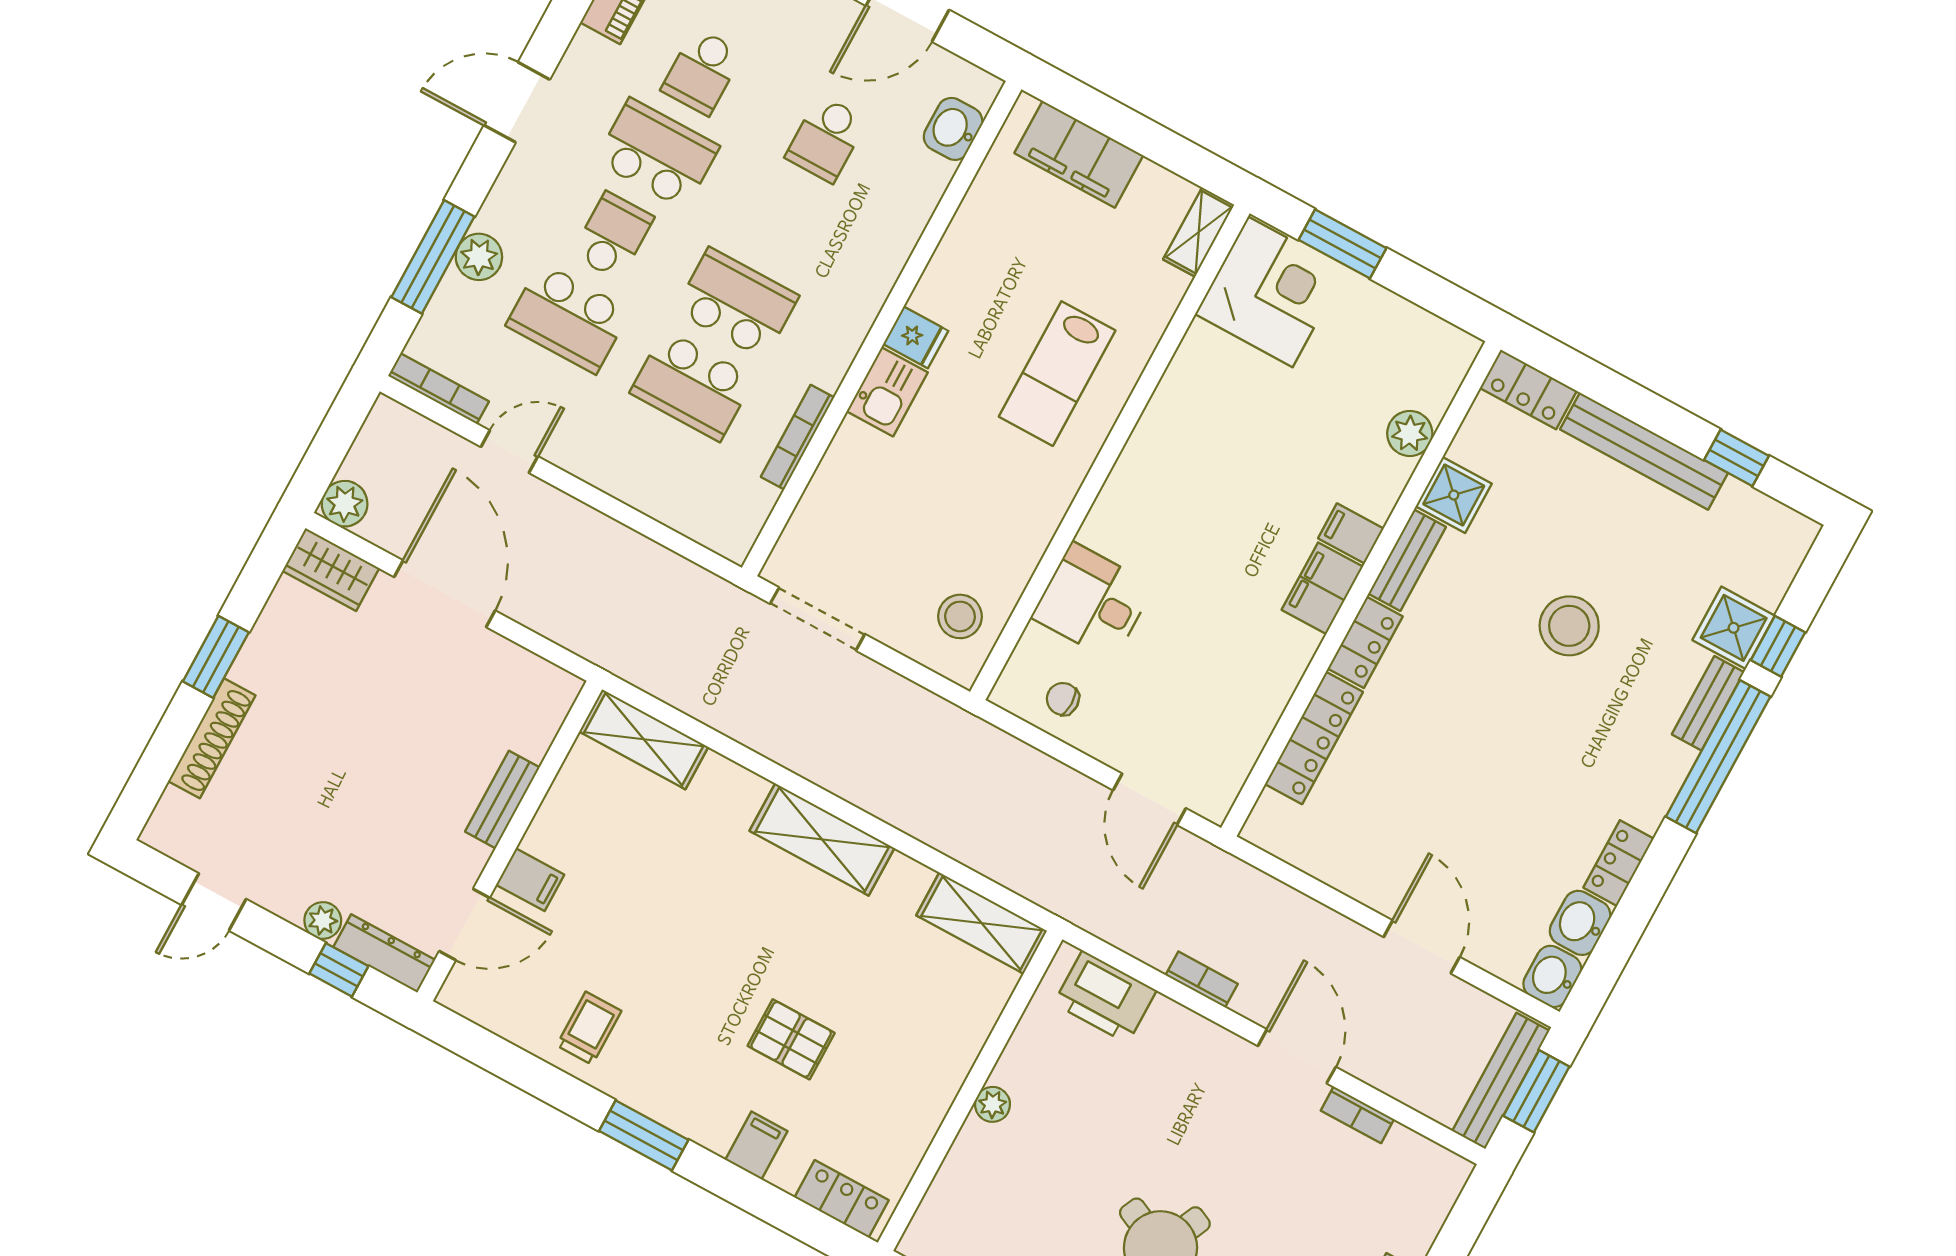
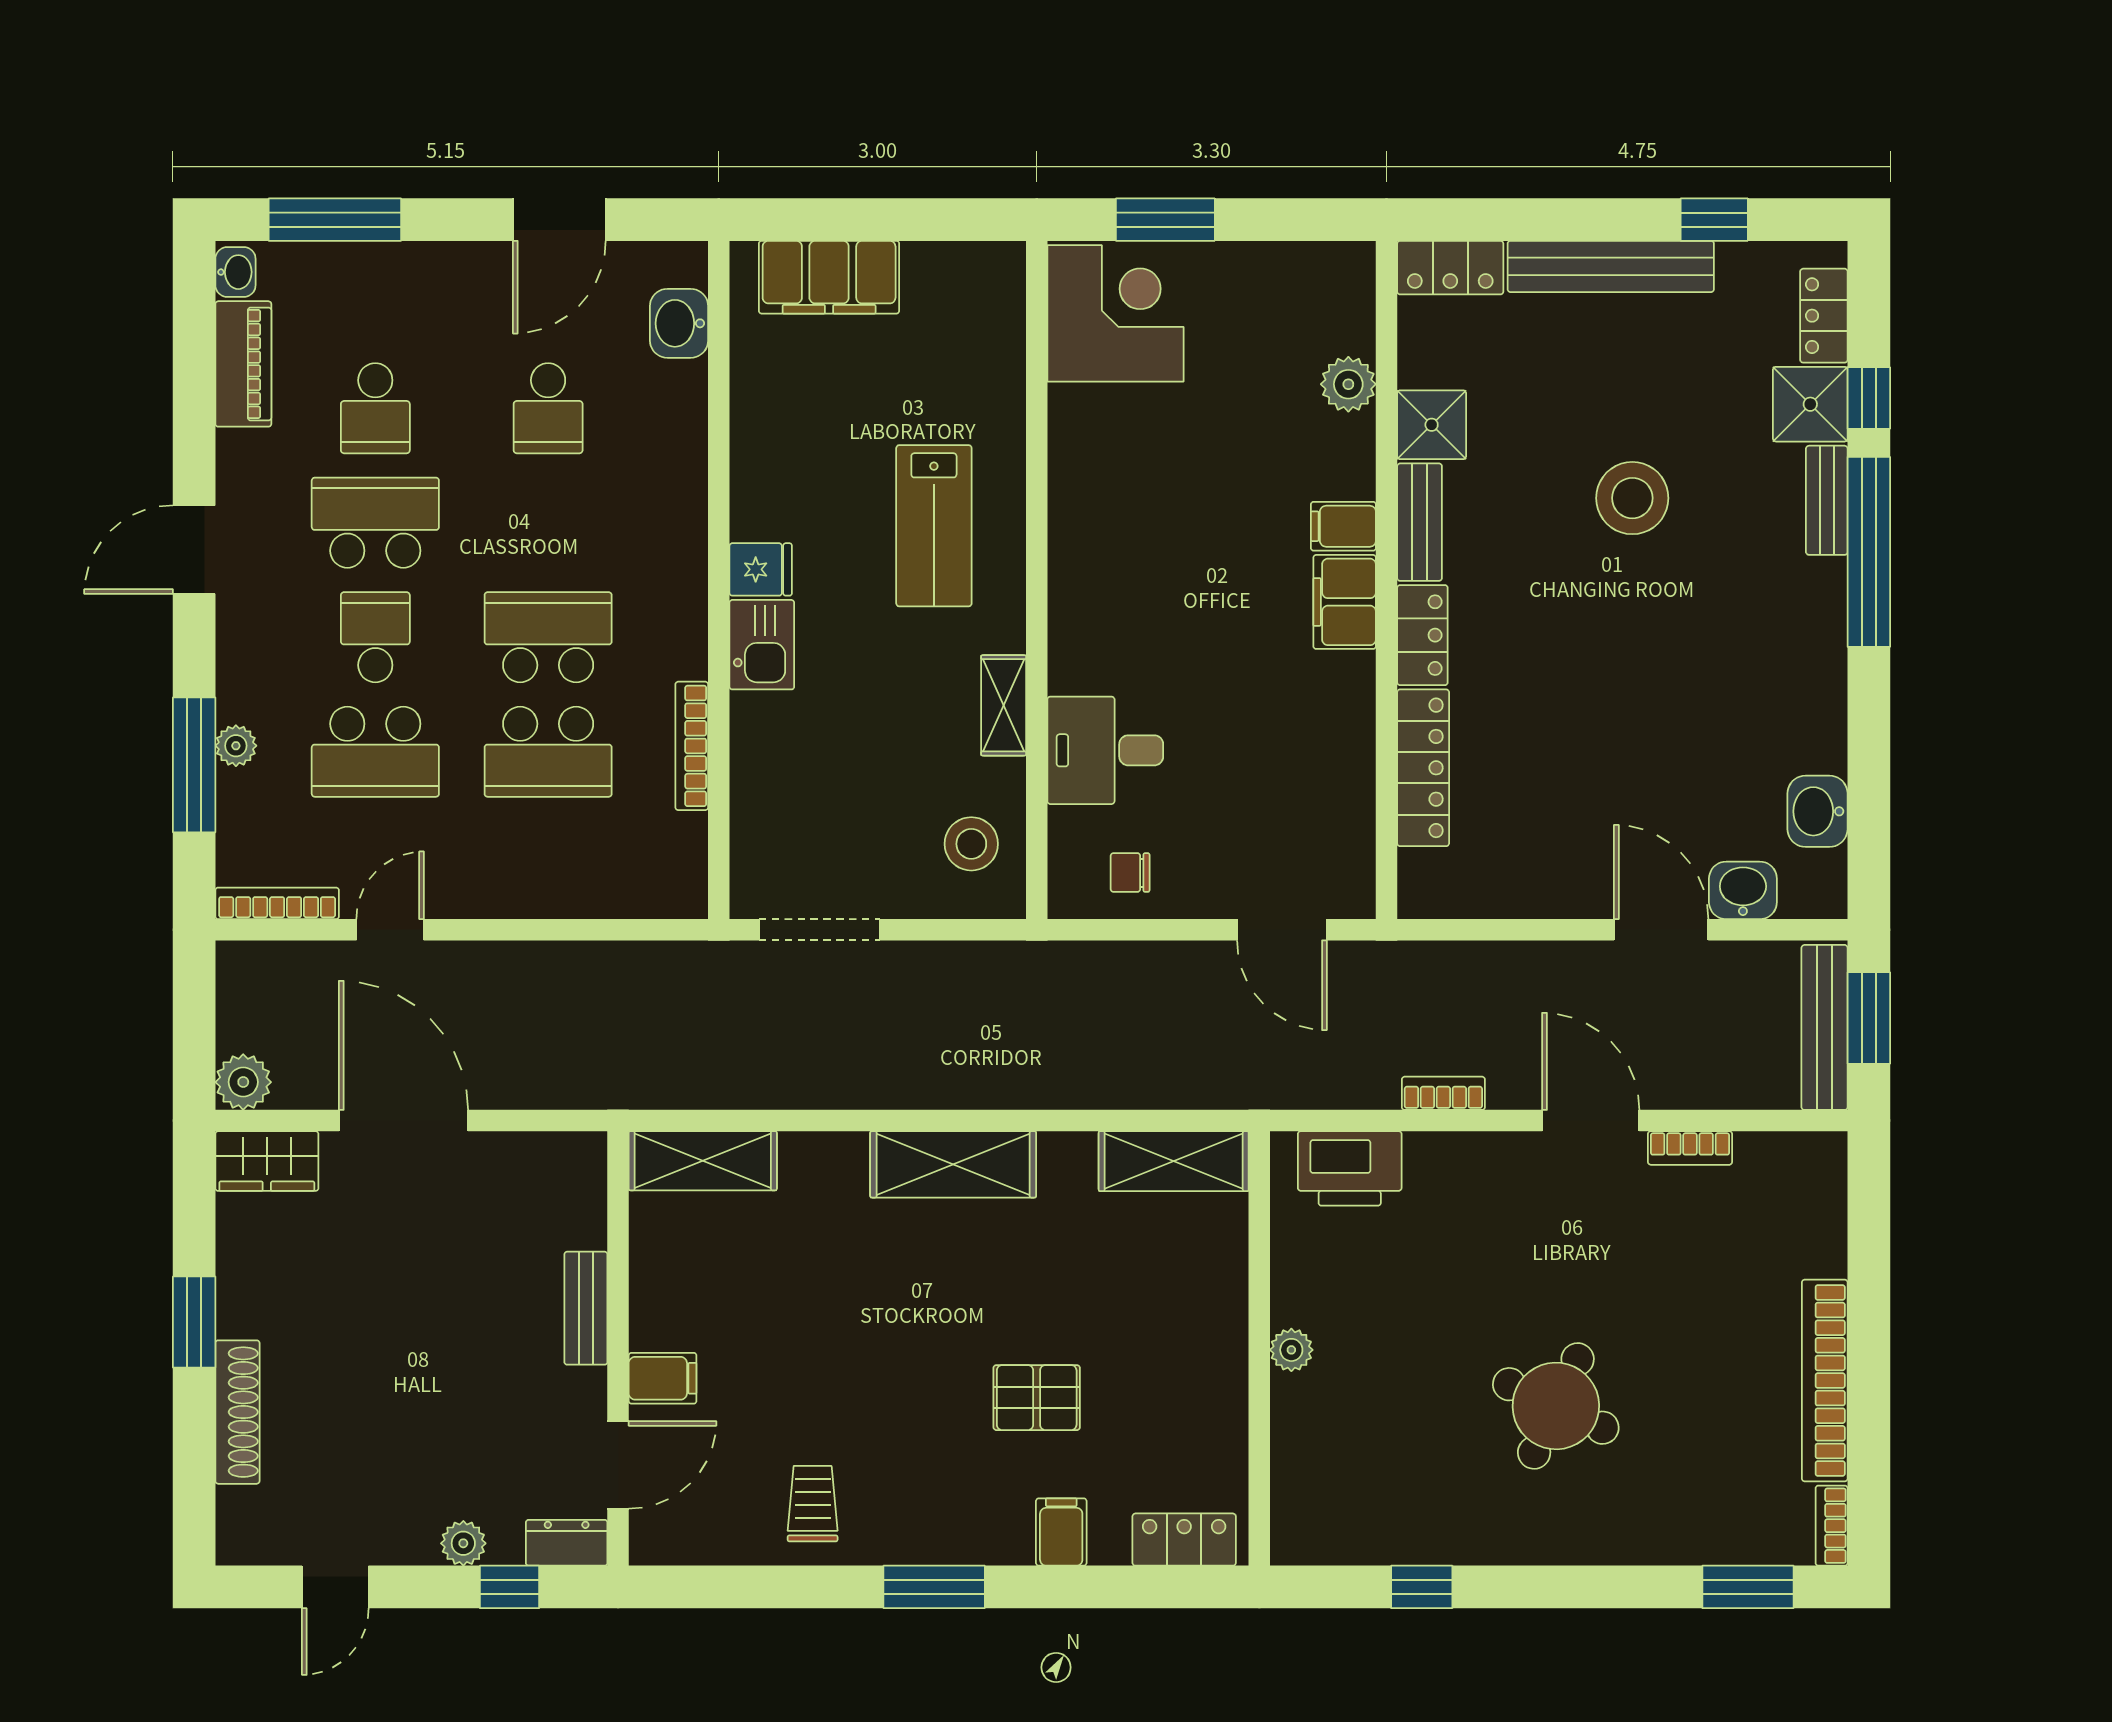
shelving: (1199, 232) -> (1004, 705), moved
plant: (479, 257) -> (236, 746), width x0.73, depth x0.73
locker: (1619, 863) -> (1824, 316), moved
dresser: (384, 953) -> (567, 1543), width x0.70
washbasin: (1552, 976) -> (1743, 890), moved, turned 90

